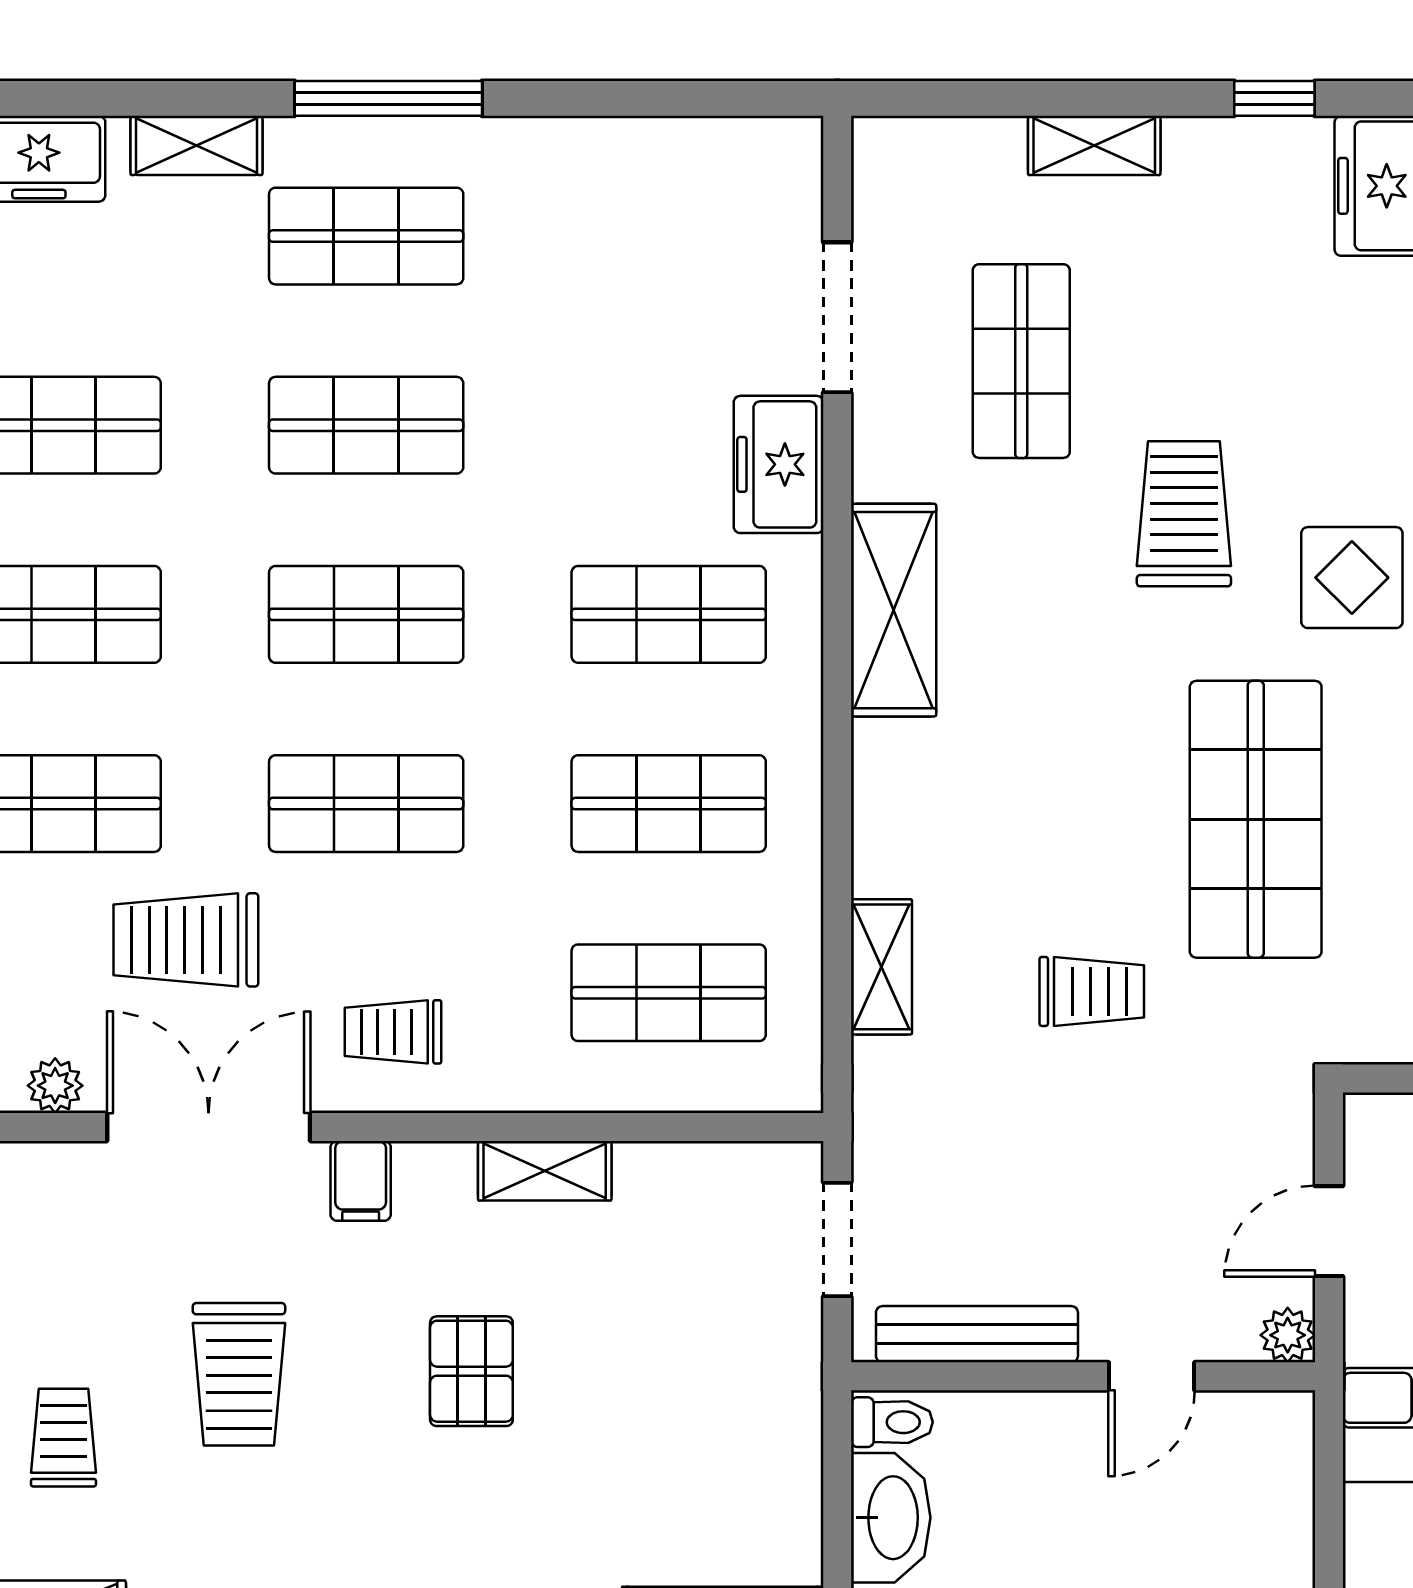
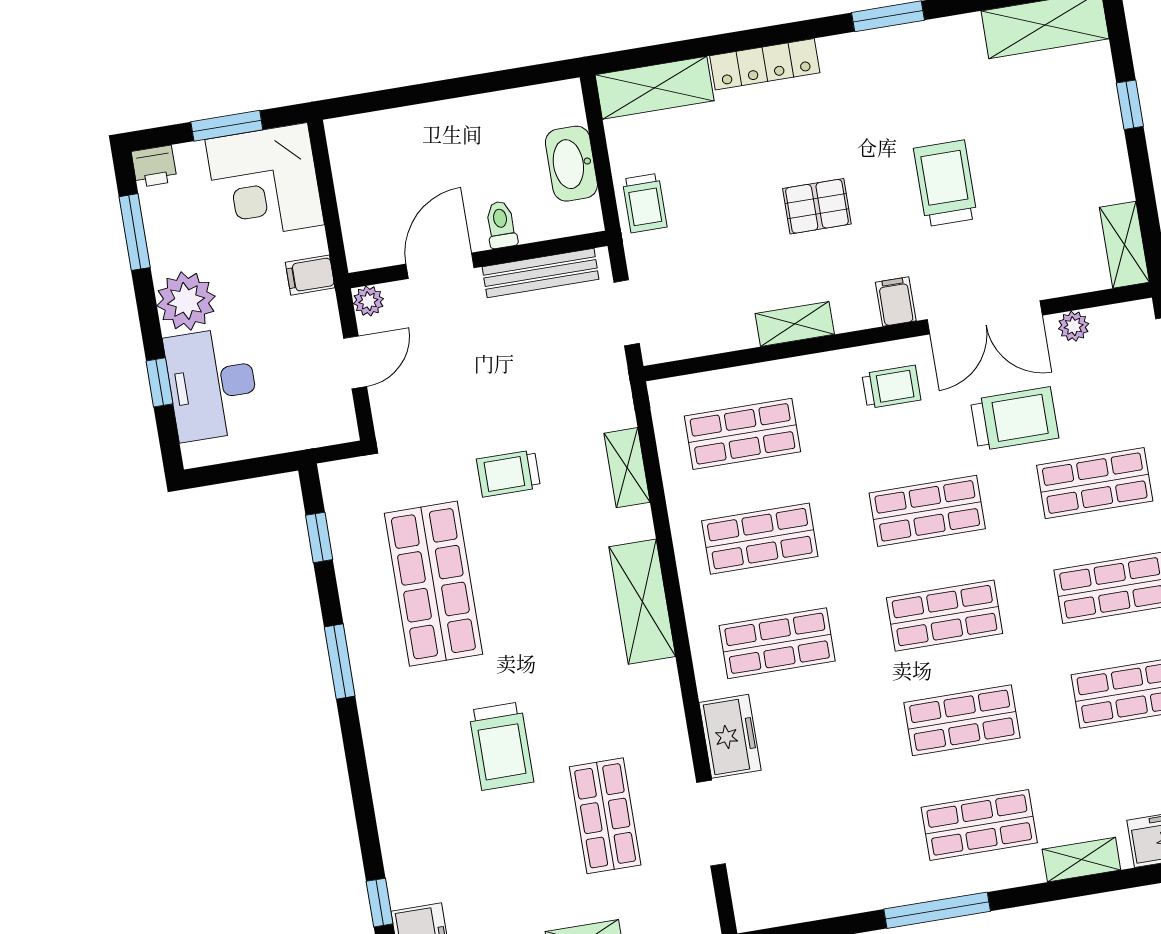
window: (388, 98) -> (937, 910), moved
display table: (1352, 578) -> (402, 726), removed
shelving: (894, 610) -> (642, 602), moved
pallet: (471, 1371) -> (817, 206), turned 90
door: (1152, 1376) -> (440, 266), width x1.38
toilet: (892, 1422) -> (501, 225), moved, turned 90
trolley: (63, 1438) -> (645, 203), moved

